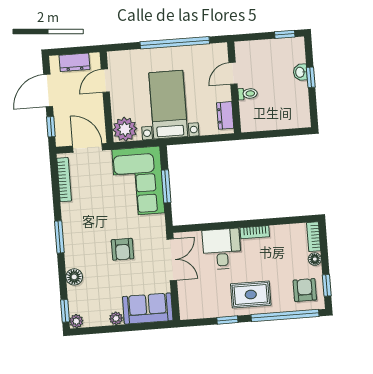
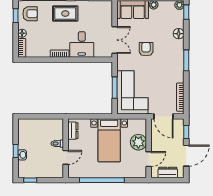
plant: (125, 129) -> (138, 142), moved
double door: (172, 260) -> (115, 40), swing flipped
armchair: (305, 290) -> (30, 14), turned -90

